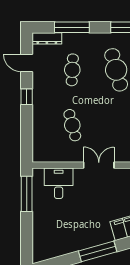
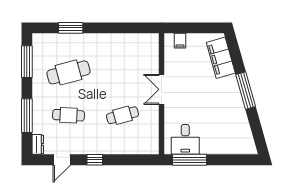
dresser: (47, 38) -> (38, 144), width x0.70
desk: (59, 183) -> (185, 139), moved, turned -90

